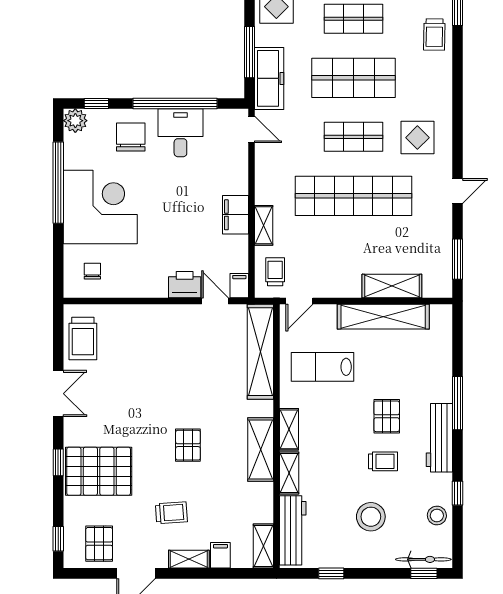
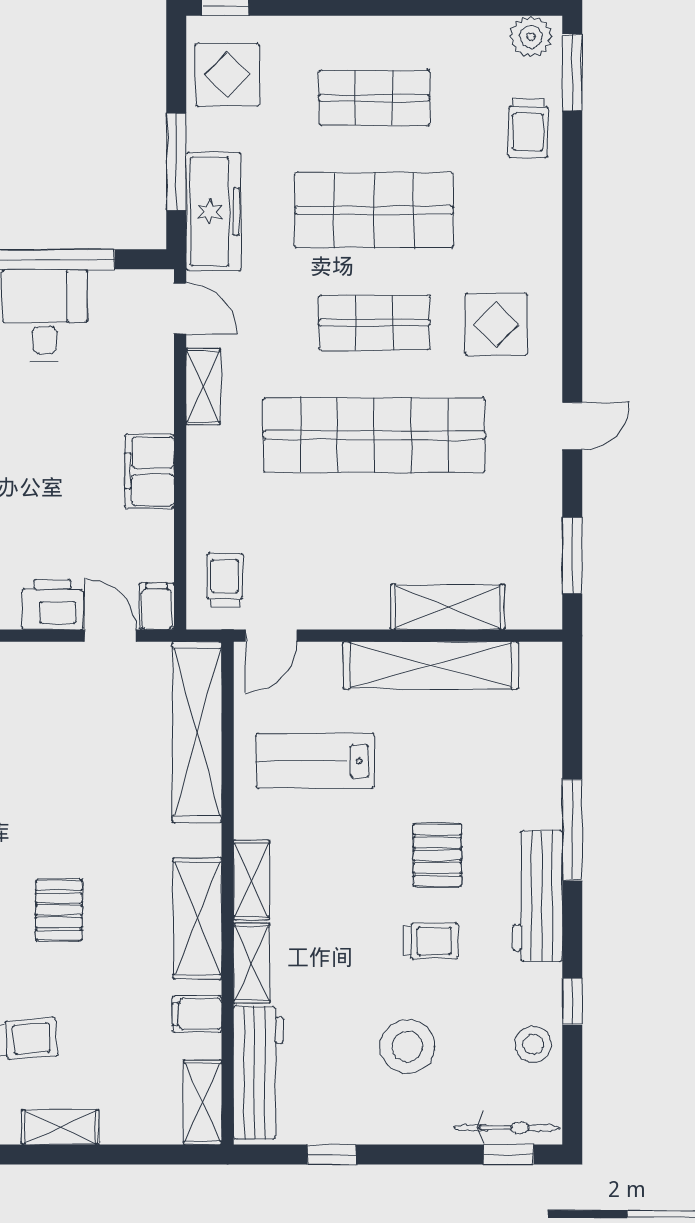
shelving: (264, 225) -> (203, 386), moved
filing cabinet: (220, 555) -> (197, 1014), moved, turned -90

